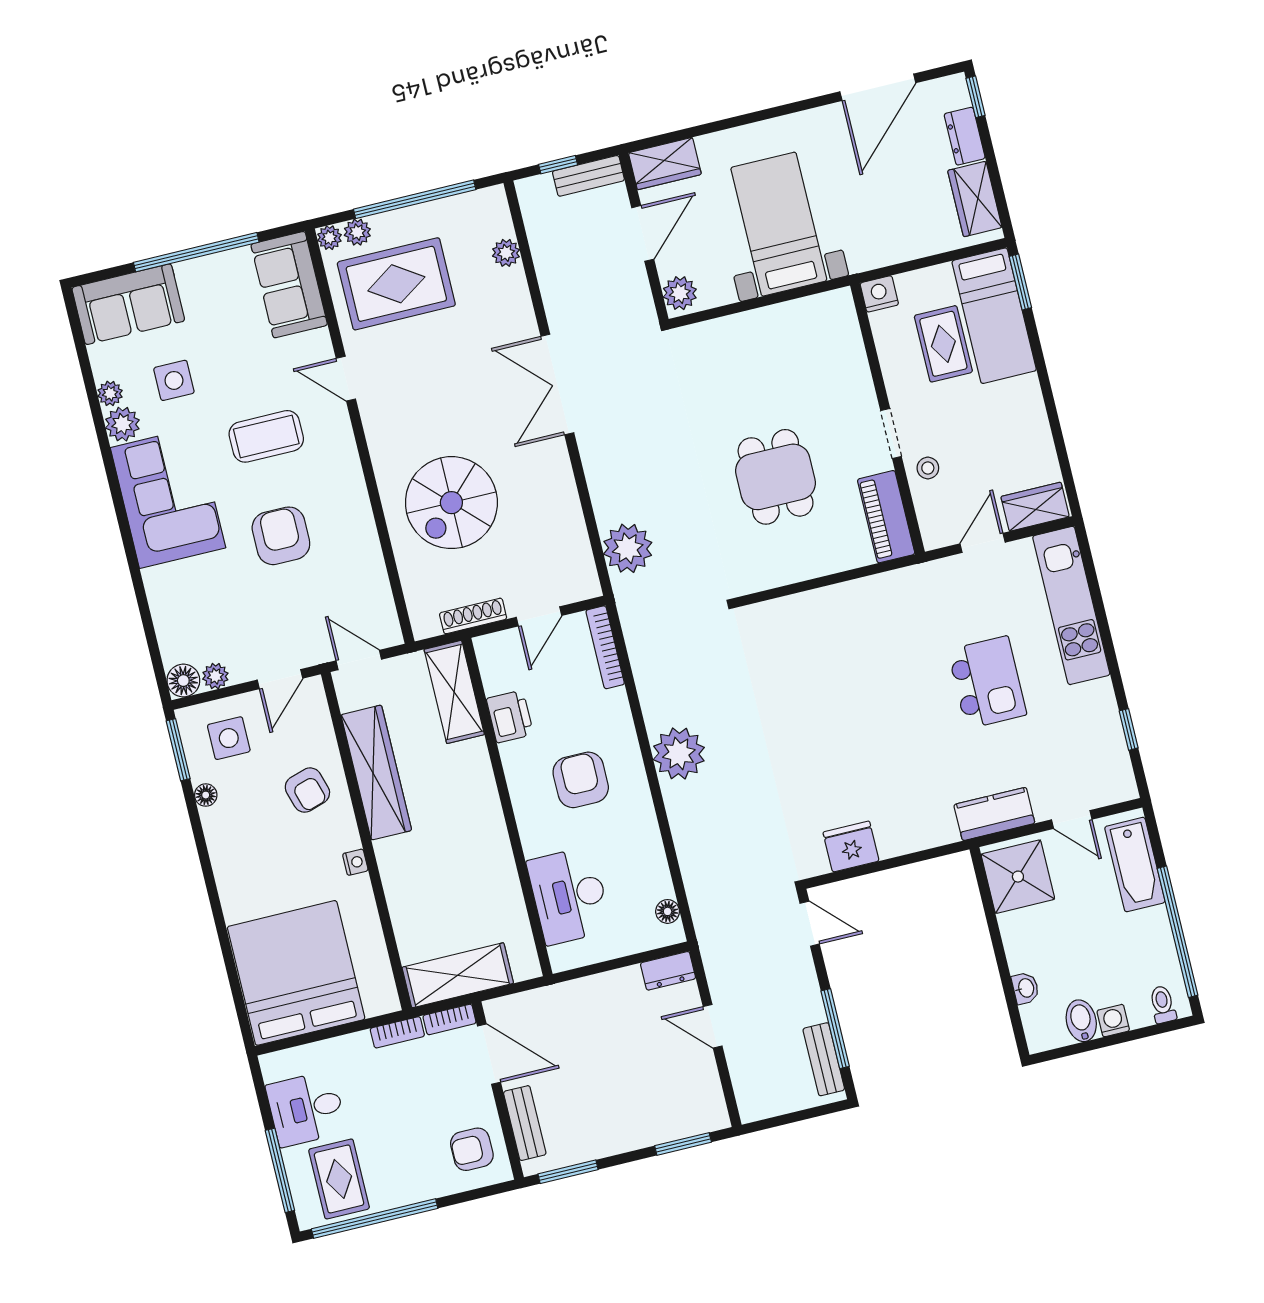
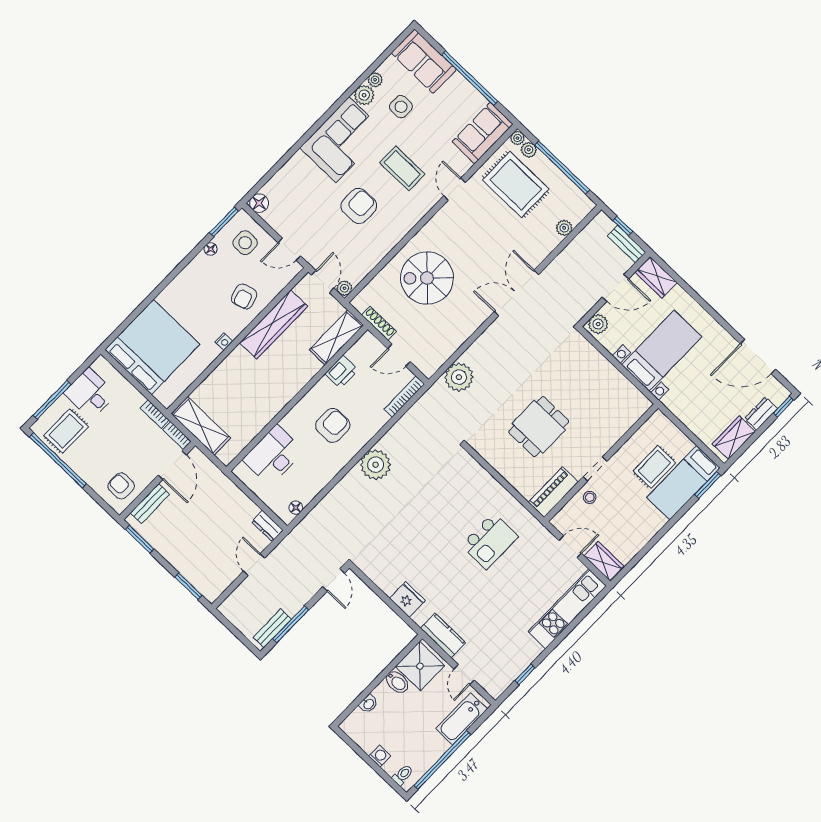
nightstand: (879, 294) -> (659, 421), removed
plant: (215, 676) -> (344, 288), moved
kitchen island: (987, 682) -> (490, 541), moved
fridge: (851, 847) -> (407, 599), moved
bidet: (1081, 1021) -> (397, 682), moved, turned 90

